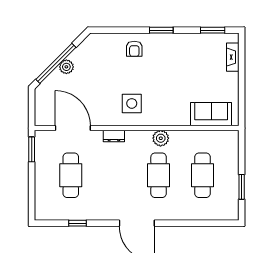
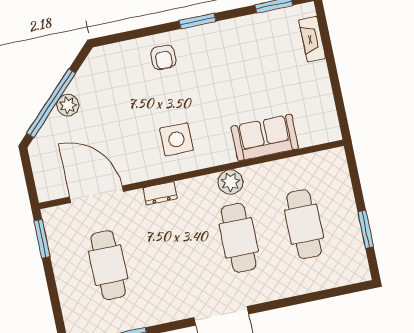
sofa: (211, 114) -> (265, 138), moved

